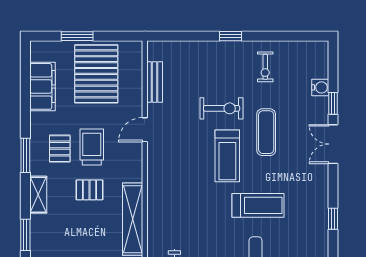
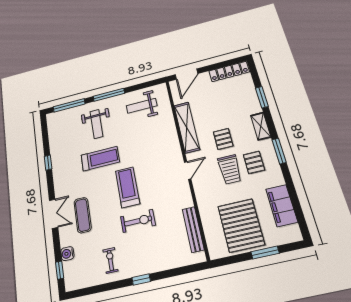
bench: (155, 82) -> (193, 229), width x1.36
window: (333, 103) -> (60, 270), moved
exercise bike: (222, 108) -> (138, 221), turned 180
door: (145, 130) -> (188, 170), moved
exercise mat: (266, 132) -> (83, 215), moved
pallet: (90, 190) -> (223, 139), turned 90
treadmill: (258, 205) -> (100, 159), turned 180

